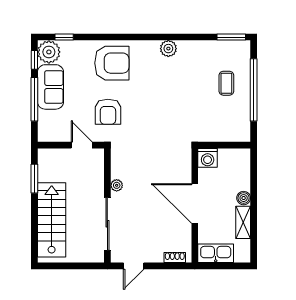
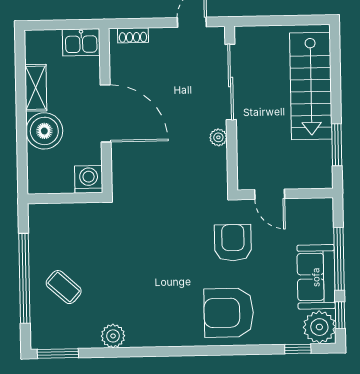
plant: (168, 49) -> (113, 336), moved
coffee table: (226, 83) -> (64, 287), turned -48
boiler: (244, 198) -> (44, 131), width x1.86, depth x1.86
kitchen sink: (216, 253) -> (81, 42), width x0.73

